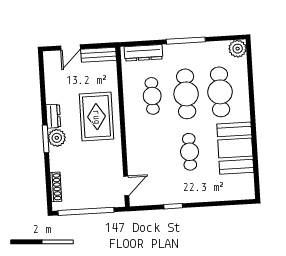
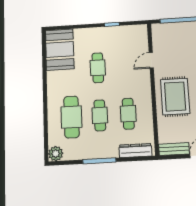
cafe table: (186, 94) -> (100, 115), width x0.73, depth x0.74
booth: (235, 148) -> (60, 50), moved
door: (126, 186) -> (151, 60), moved

